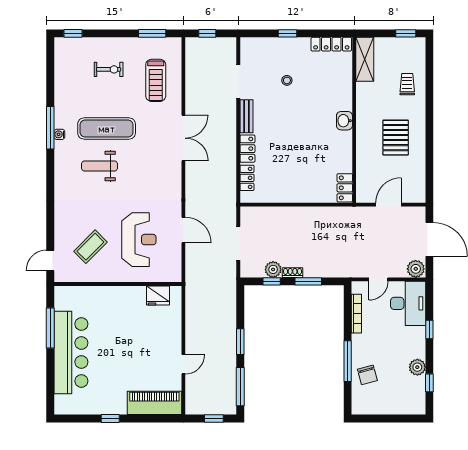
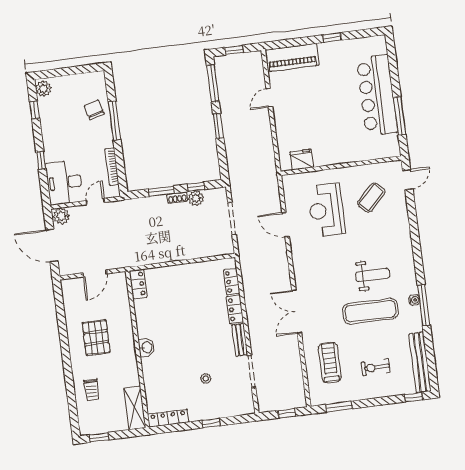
bench: (62, 69) -> (420, 362), added
plant: (417, 367) -> (43, 89), moved

